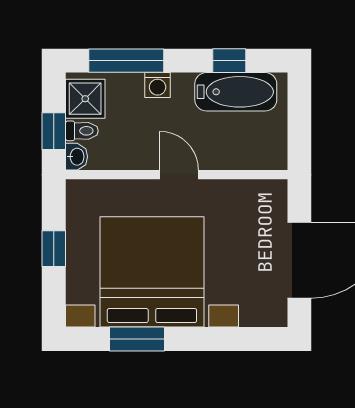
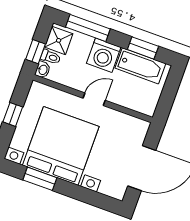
window: (229, 61) -> (143, 48), width x1.50
washing machine: (158, 85) -> (104, 55), width x1.89, depth x1.89
door: (179, 175) -> (94, 99), hinge flipped

